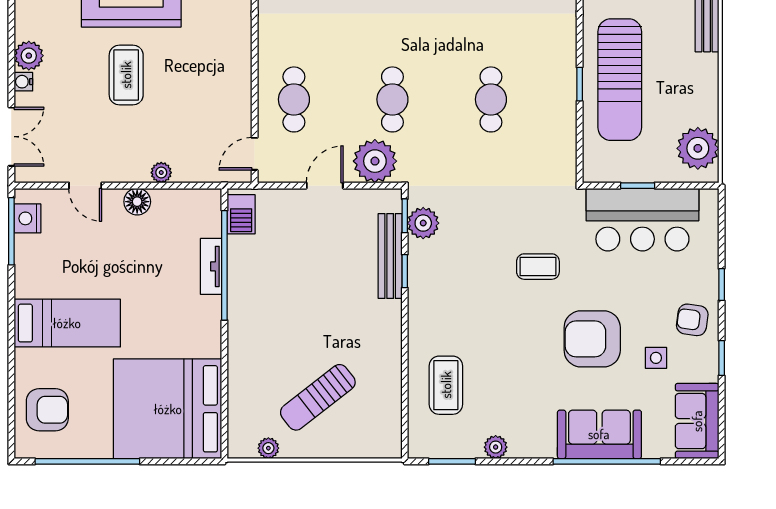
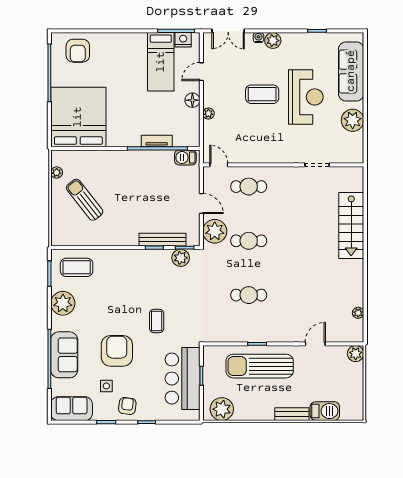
bed: (67, 323) -> (161, 62), moved
coffee table: (446, 385) -> (77, 267), moved
plant: (496, 447) -> (63, 303), width x1.88, depth x1.88

